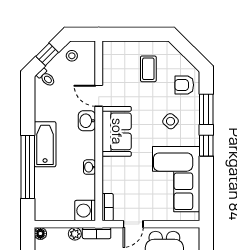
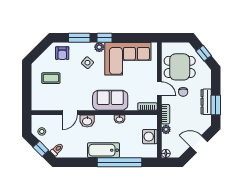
sofa: (117, 131) -> (110, 100), moved
plant: (193, 138) -> (99, 47), added
washing machine: (85, 211) -> (150, 137), moved, turned 90

